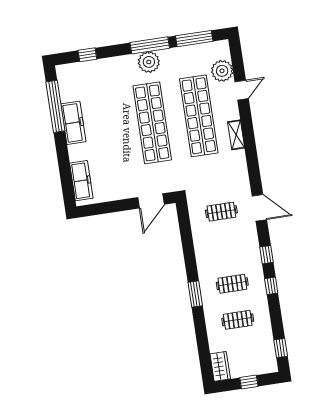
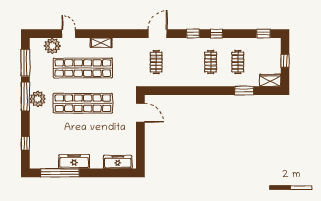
window: (195, 294) -> (244, 91), moved

